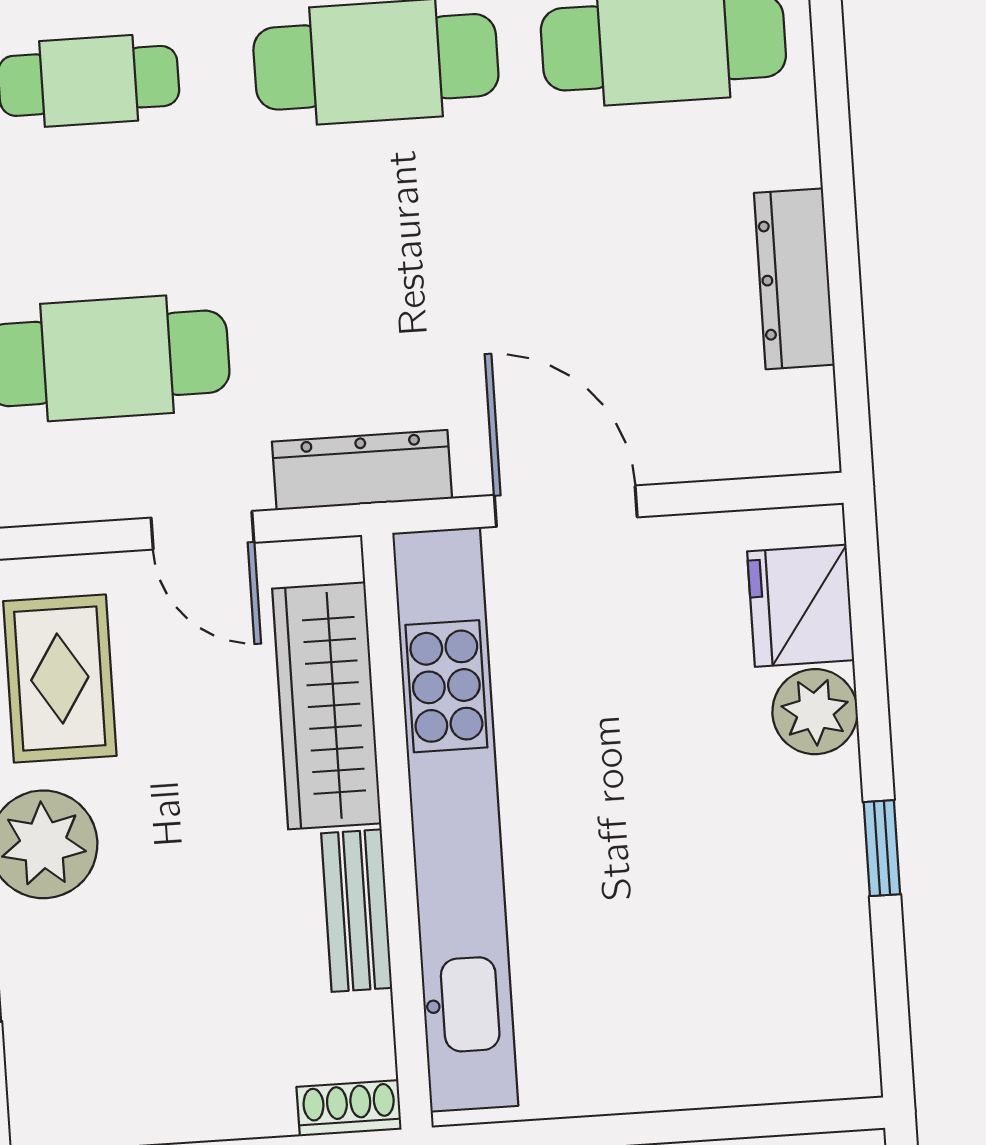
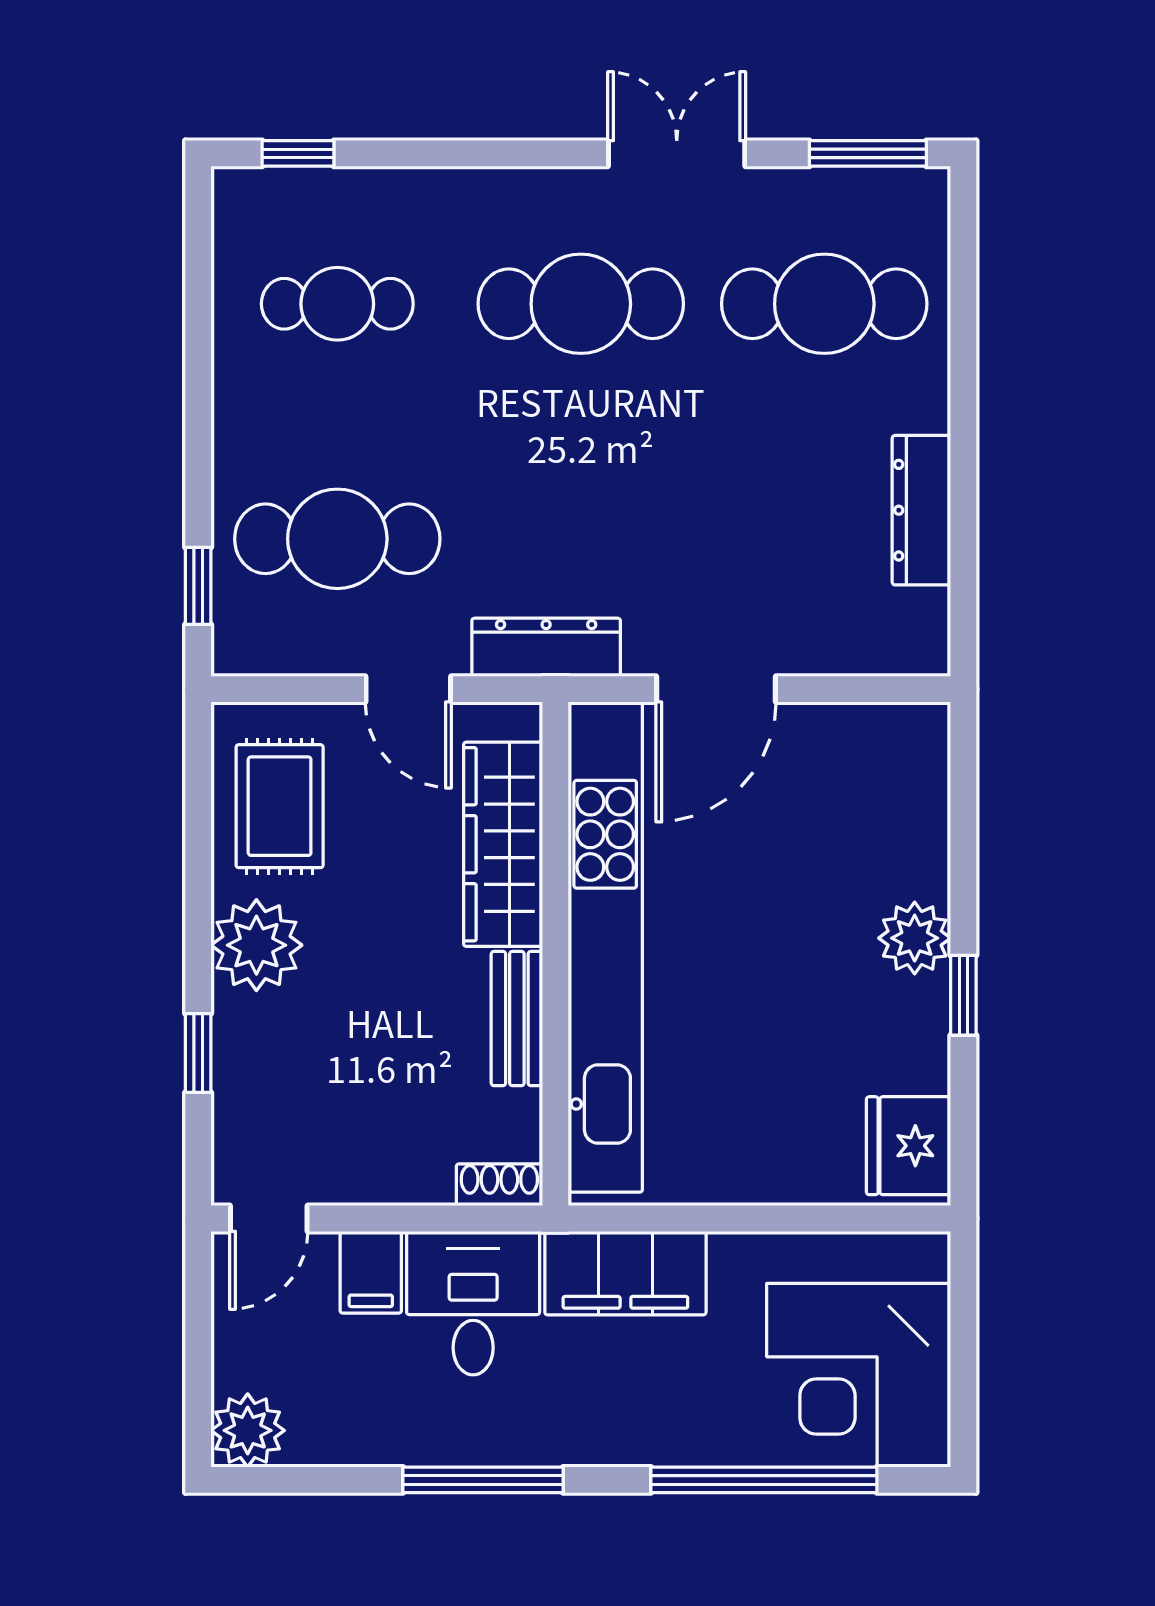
door: (566, 506) -> (716, 689), swing flipped
fridge: (801, 606) -> (909, 1146), moved
plant: (815, 712) -> (915, 938), moved

